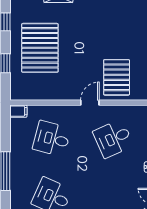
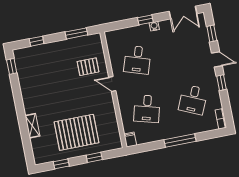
pallet: (117, 77) -> (88, 67), width x0.67, depth x0.71
desk: (113, 139) -> (137, 60), turned 42

